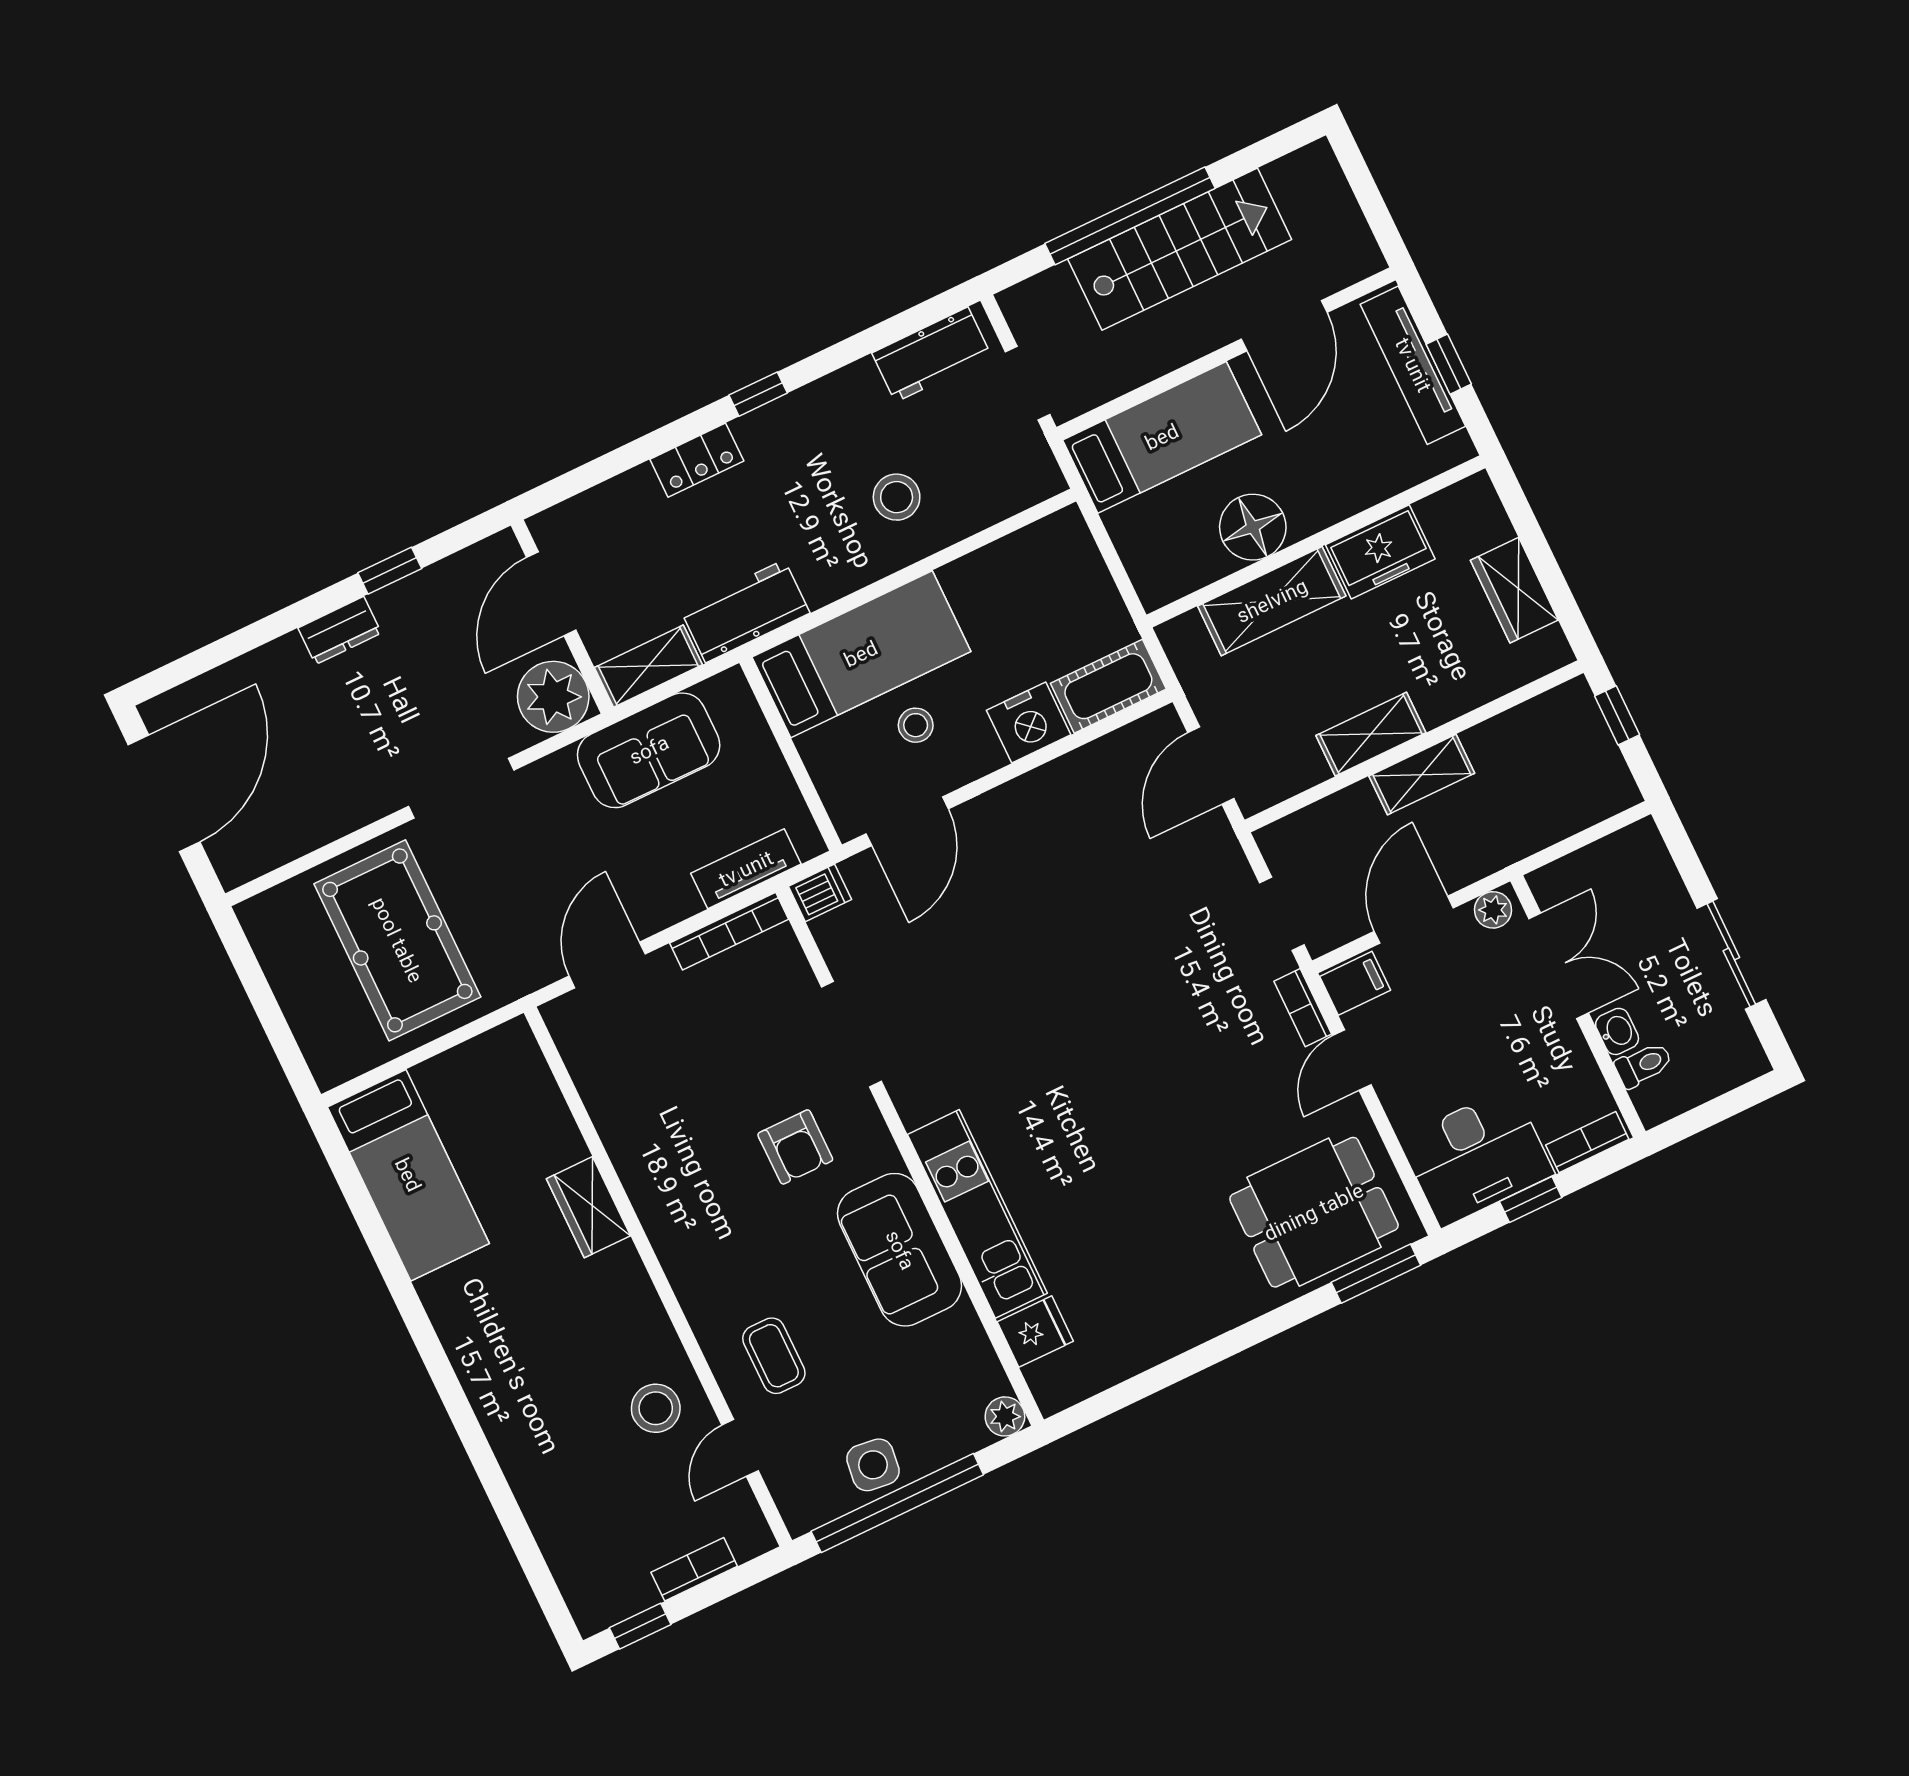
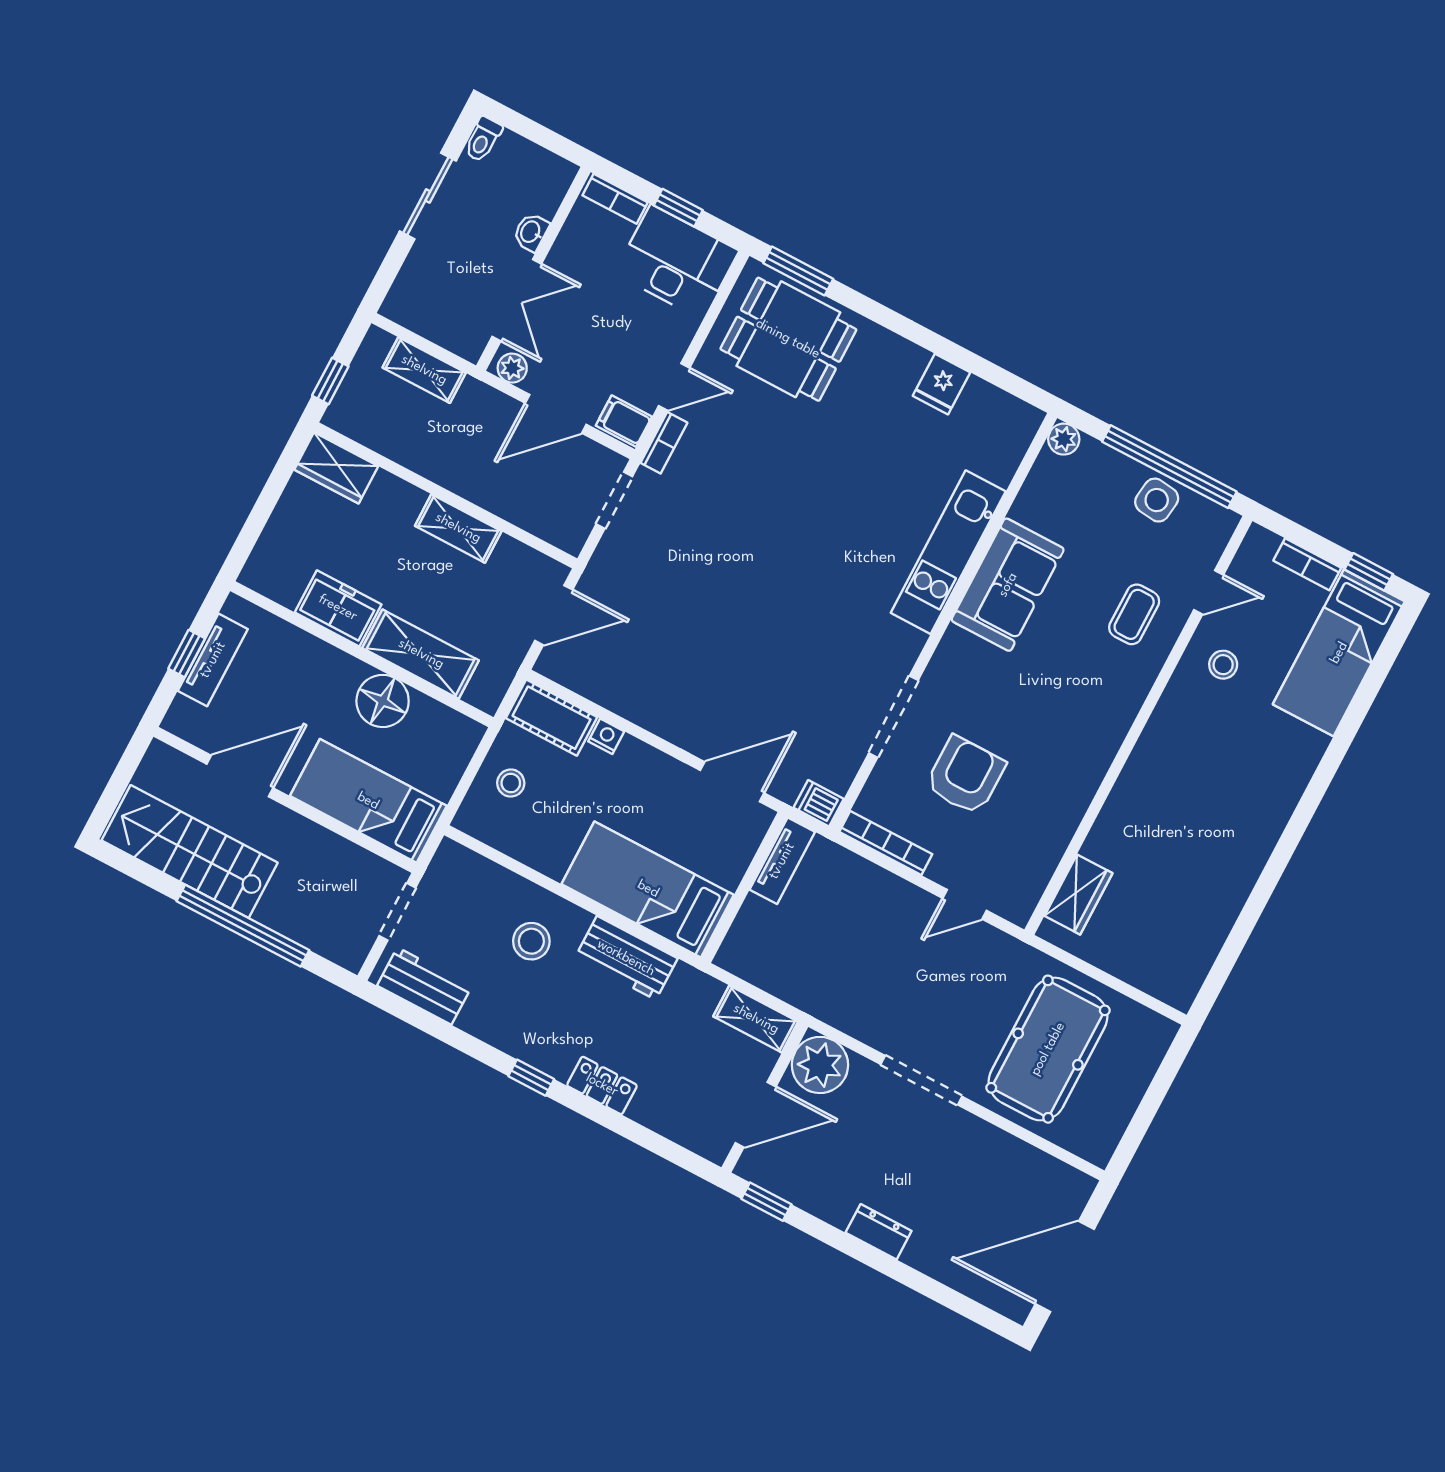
stairs: (1180, 249) -> (190, 851), moved
tv unit: (1413, 365) -> (213, 660), width x0.71
window: (390, 571) -> (766, 1202), moved
wardrobe: (1514, 590) -> (336, 468), moved, turned 90
workbench: (745, 611) -> (626, 958), moved
nightstand: (1029, 723) -> (606, 736), width x0.53, depth x0.56
stool: (916, 725) -> (511, 783), moved
sofa: (649, 750) -> (809, 979), removed
shelving: (1422, 775) -> (424, 370), moved
tv unit: (746, 869) -> (782, 861), moved, turned -90
door: (607, 965) -> (965, 904), width x0.73
double door: (1559, 966) -> (517, 300), swing flipped
toilet: (1644, 1065) -> (483, 139), moved, turned -90
armchair: (795, 1147) -> (965, 775), moved, width x1.38, depth x1.38
bed: (408, 1175) -> (1339, 653), moved, turned 180
wardrobe: (588, 1207) -> (1078, 895), moved
fridge: (1035, 1332) -> (941, 384), moved, turned -90
stool: (656, 1408) -> (1223, 665), width x0.73, depth x0.73

